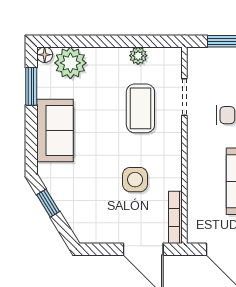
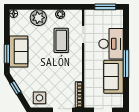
plant: (70, 63) -> (38, 18), moved
window: (31, 86) -> (7, 54), moved
side table: (135, 180) -> (39, 98), moved

